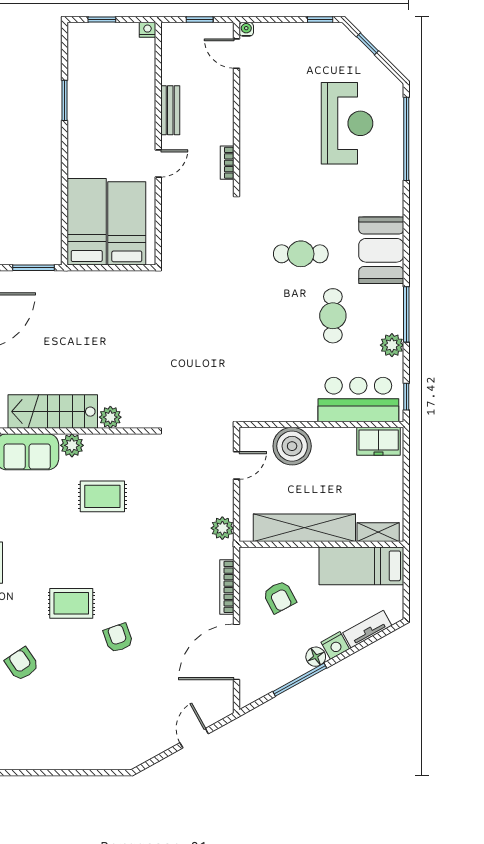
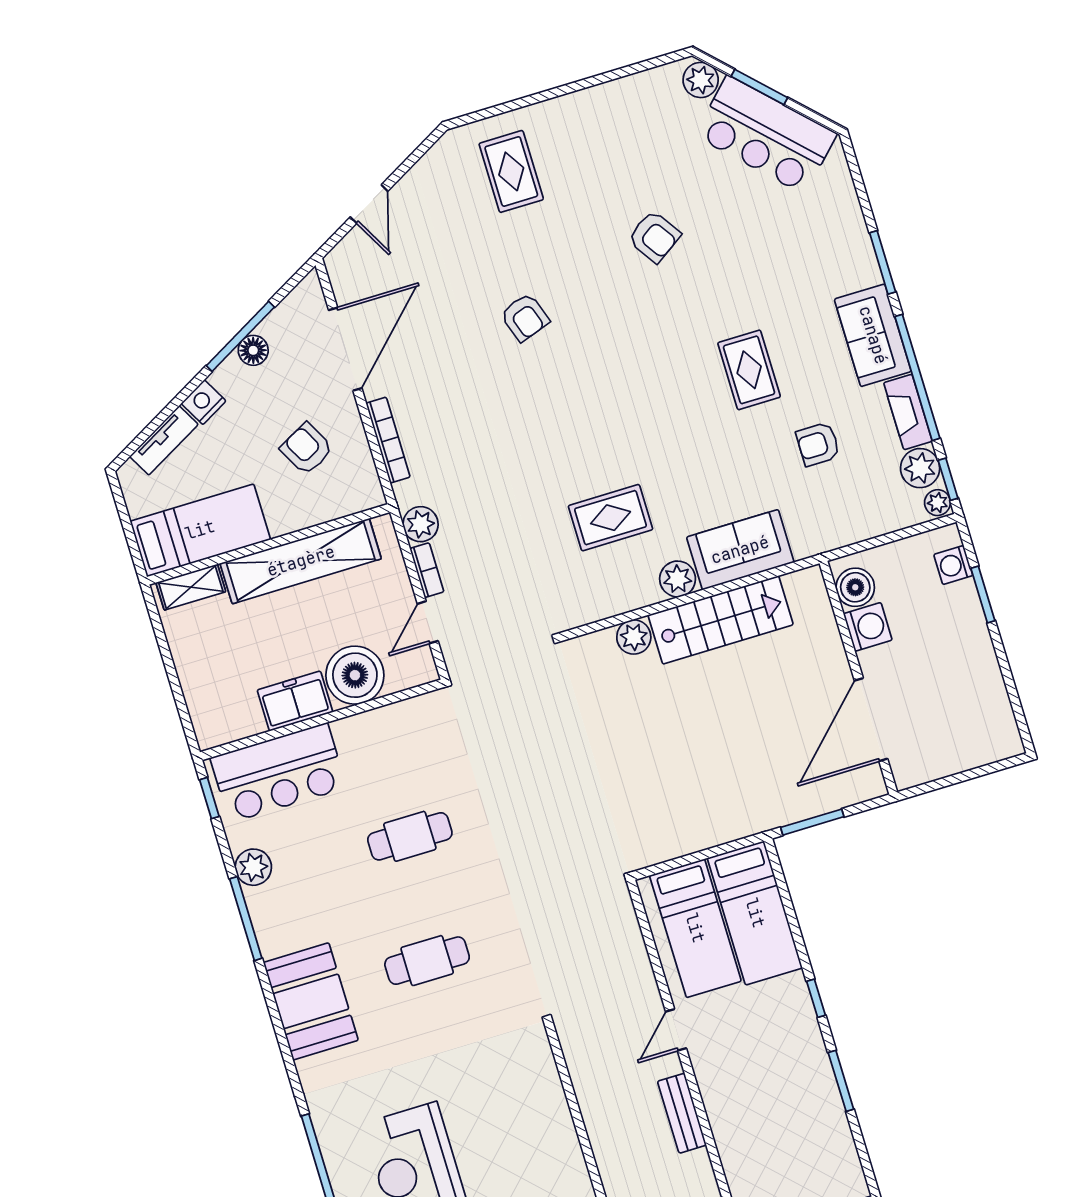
window: (65, 157) -> (816, 998), added
bookcase: (227, 163) -> (427, 570), moved
cafe table: (333, 316) -> (410, 836), moved, turned 90
freezer: (379, 441) -> (295, 701), moved
rug: (71, 603) -> (511, 171), moved, turned 90
floor lamp: (316, 657) -> (253, 350), moved

